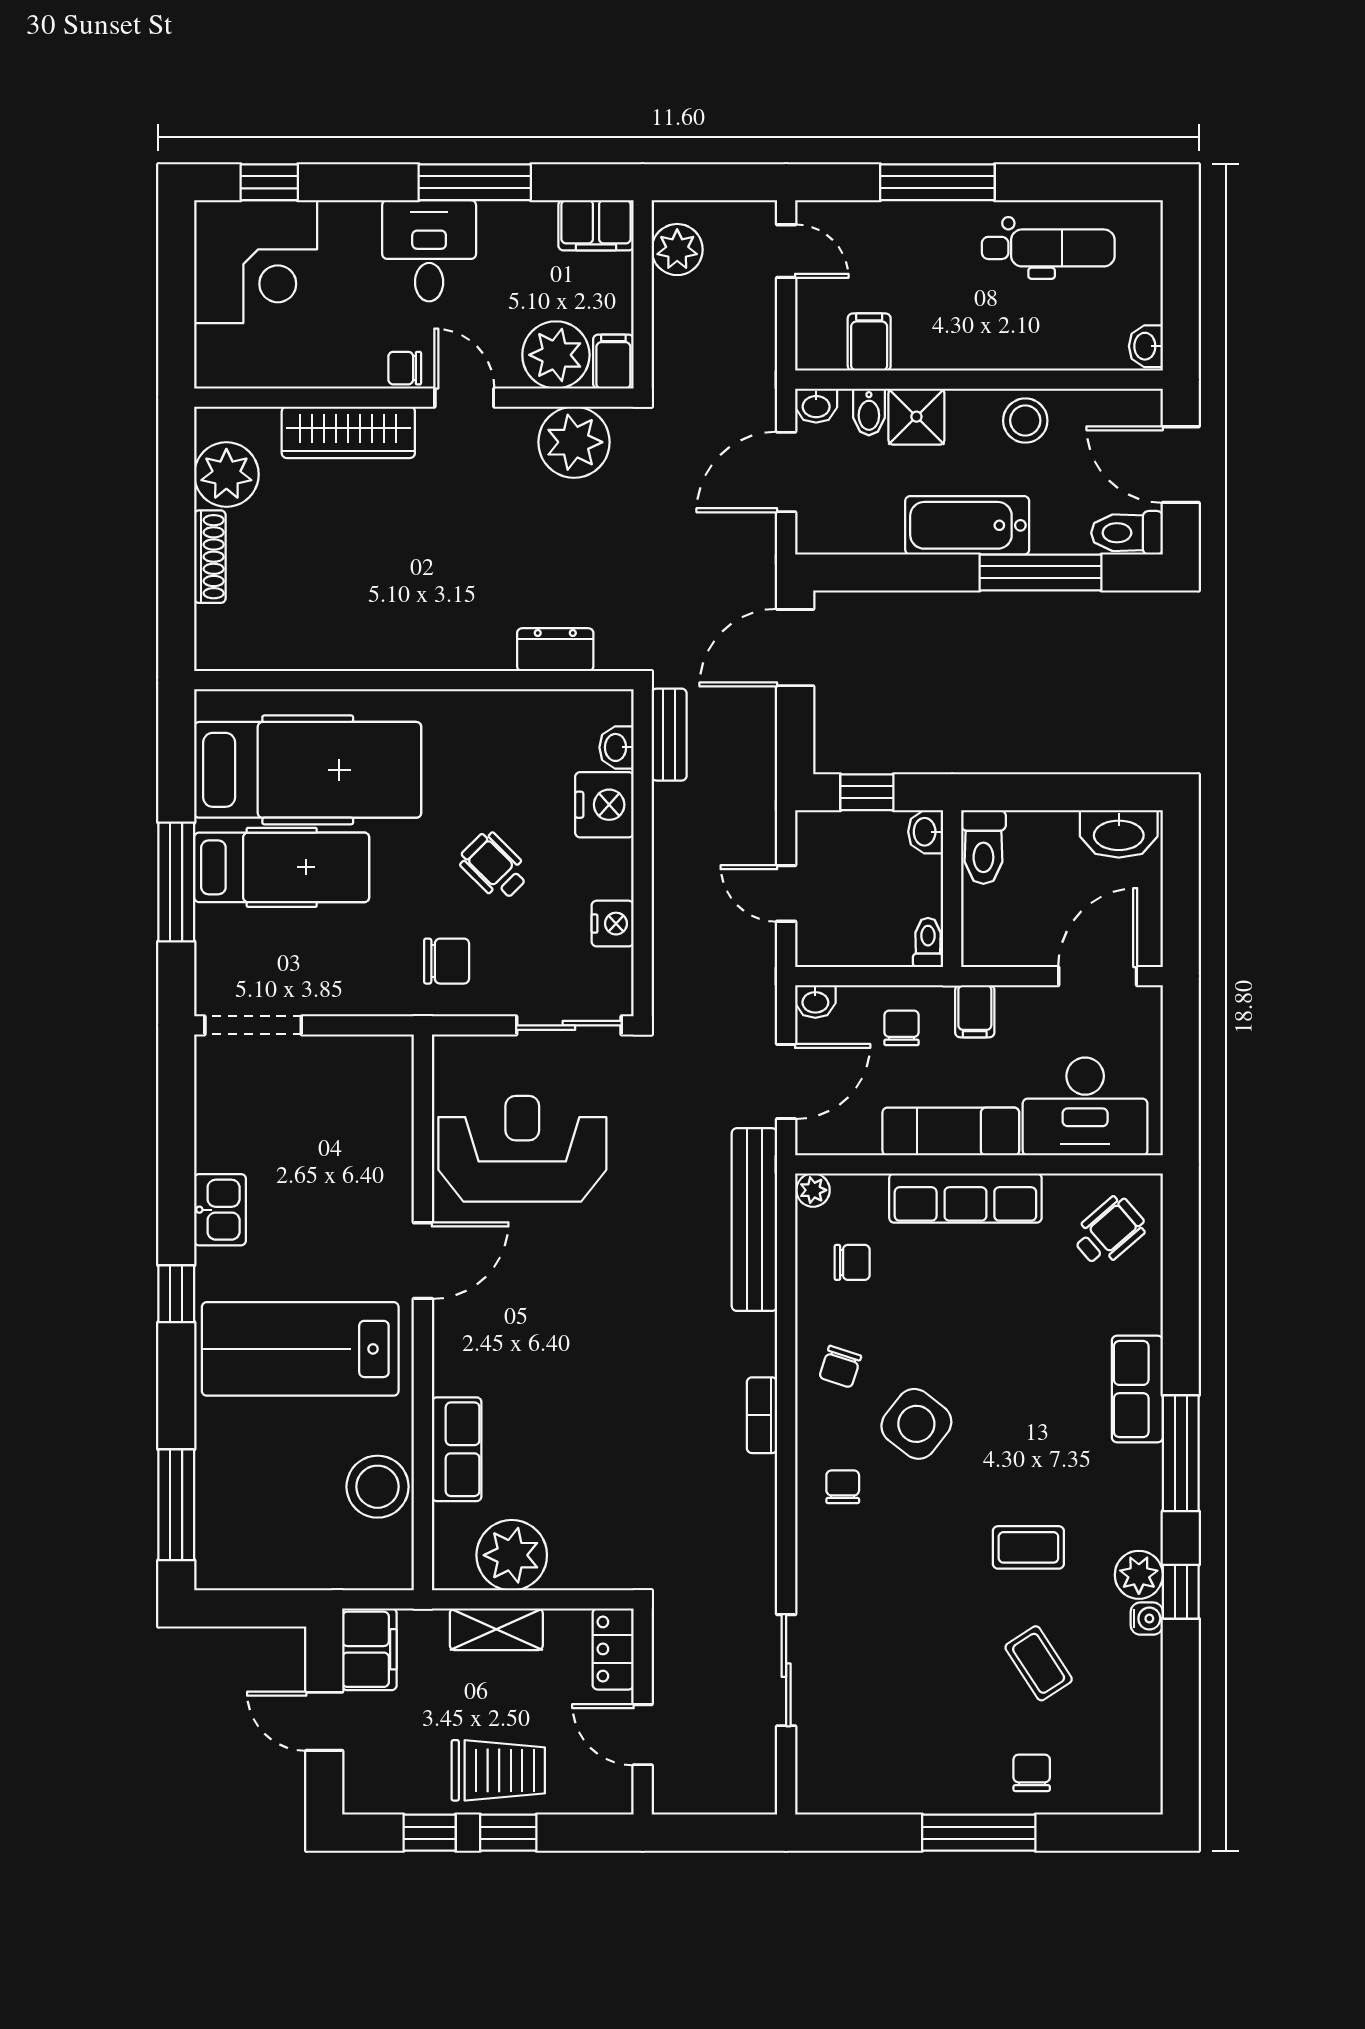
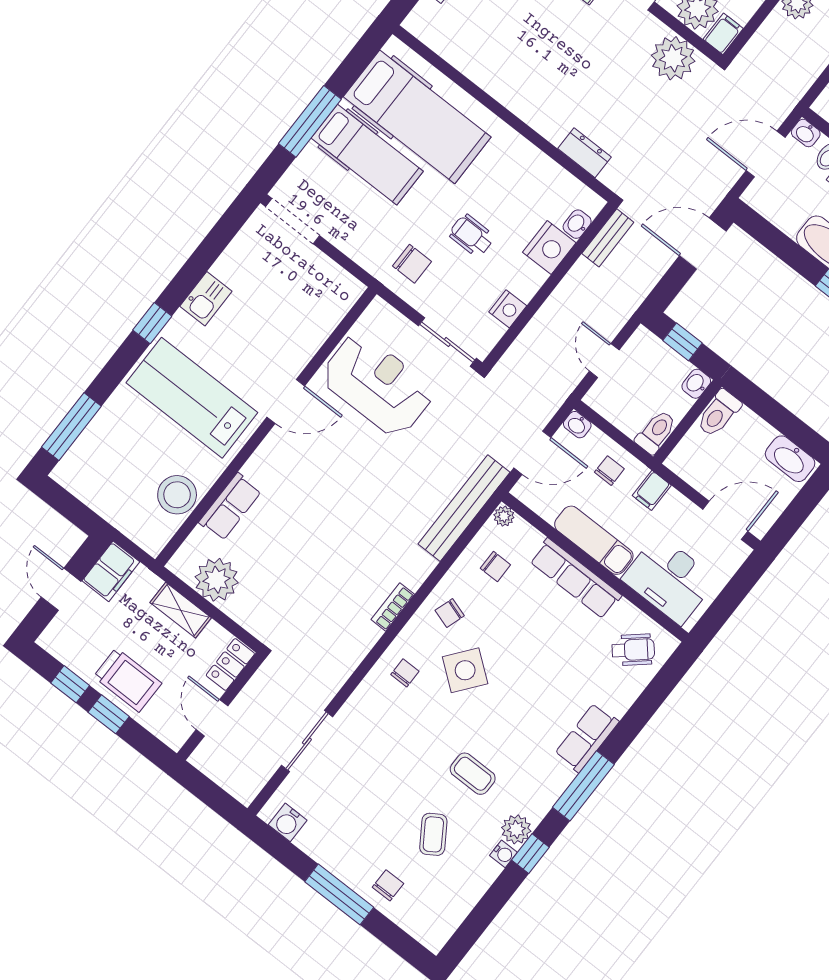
wheelchair: (494, 866) -> (472, 236), turned -45
toilet: (928, 942) -> (656, 432), width x1.37, depth x1.39
water cooler: (842, 1792) -> (288, 822), added

